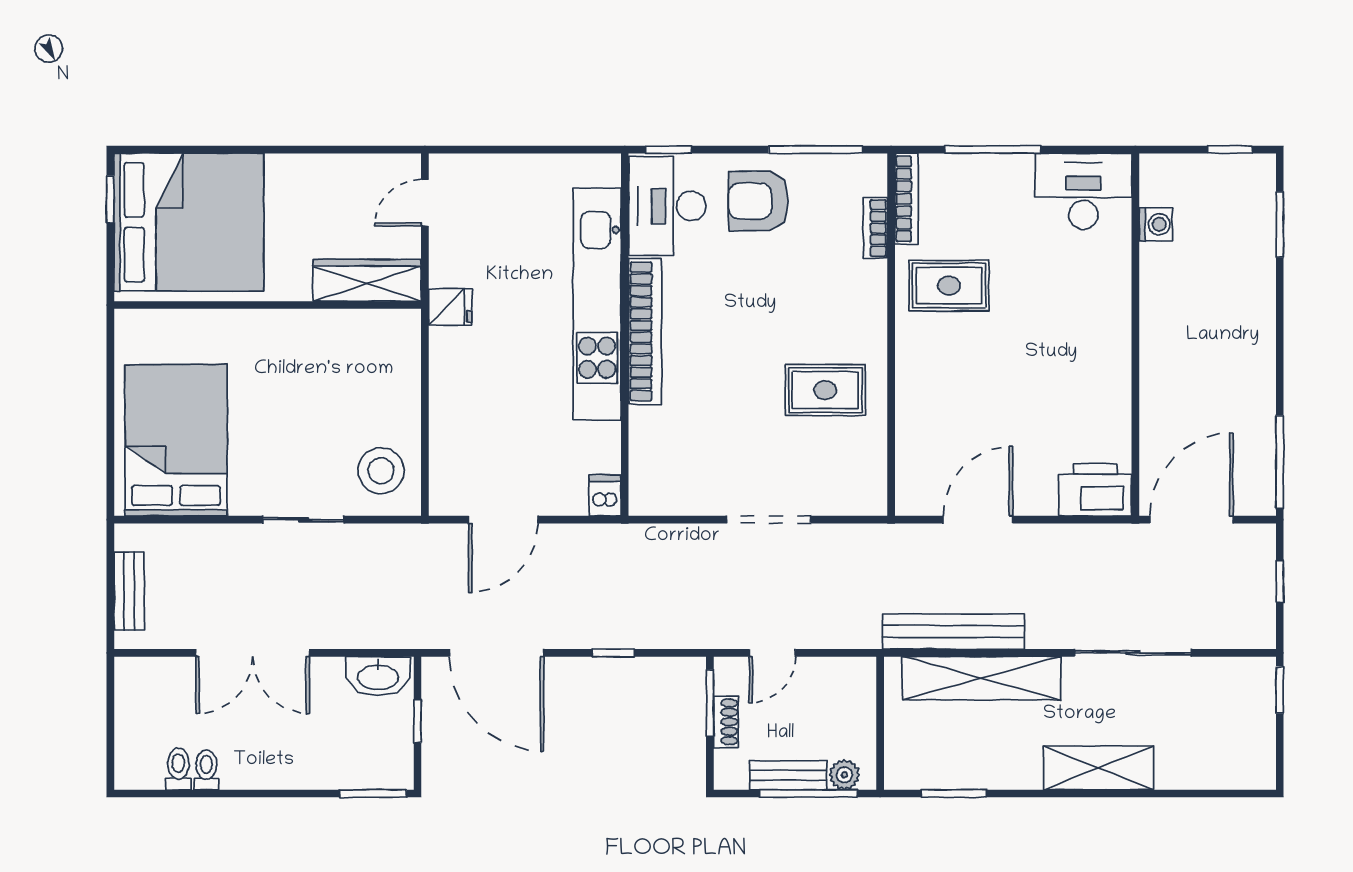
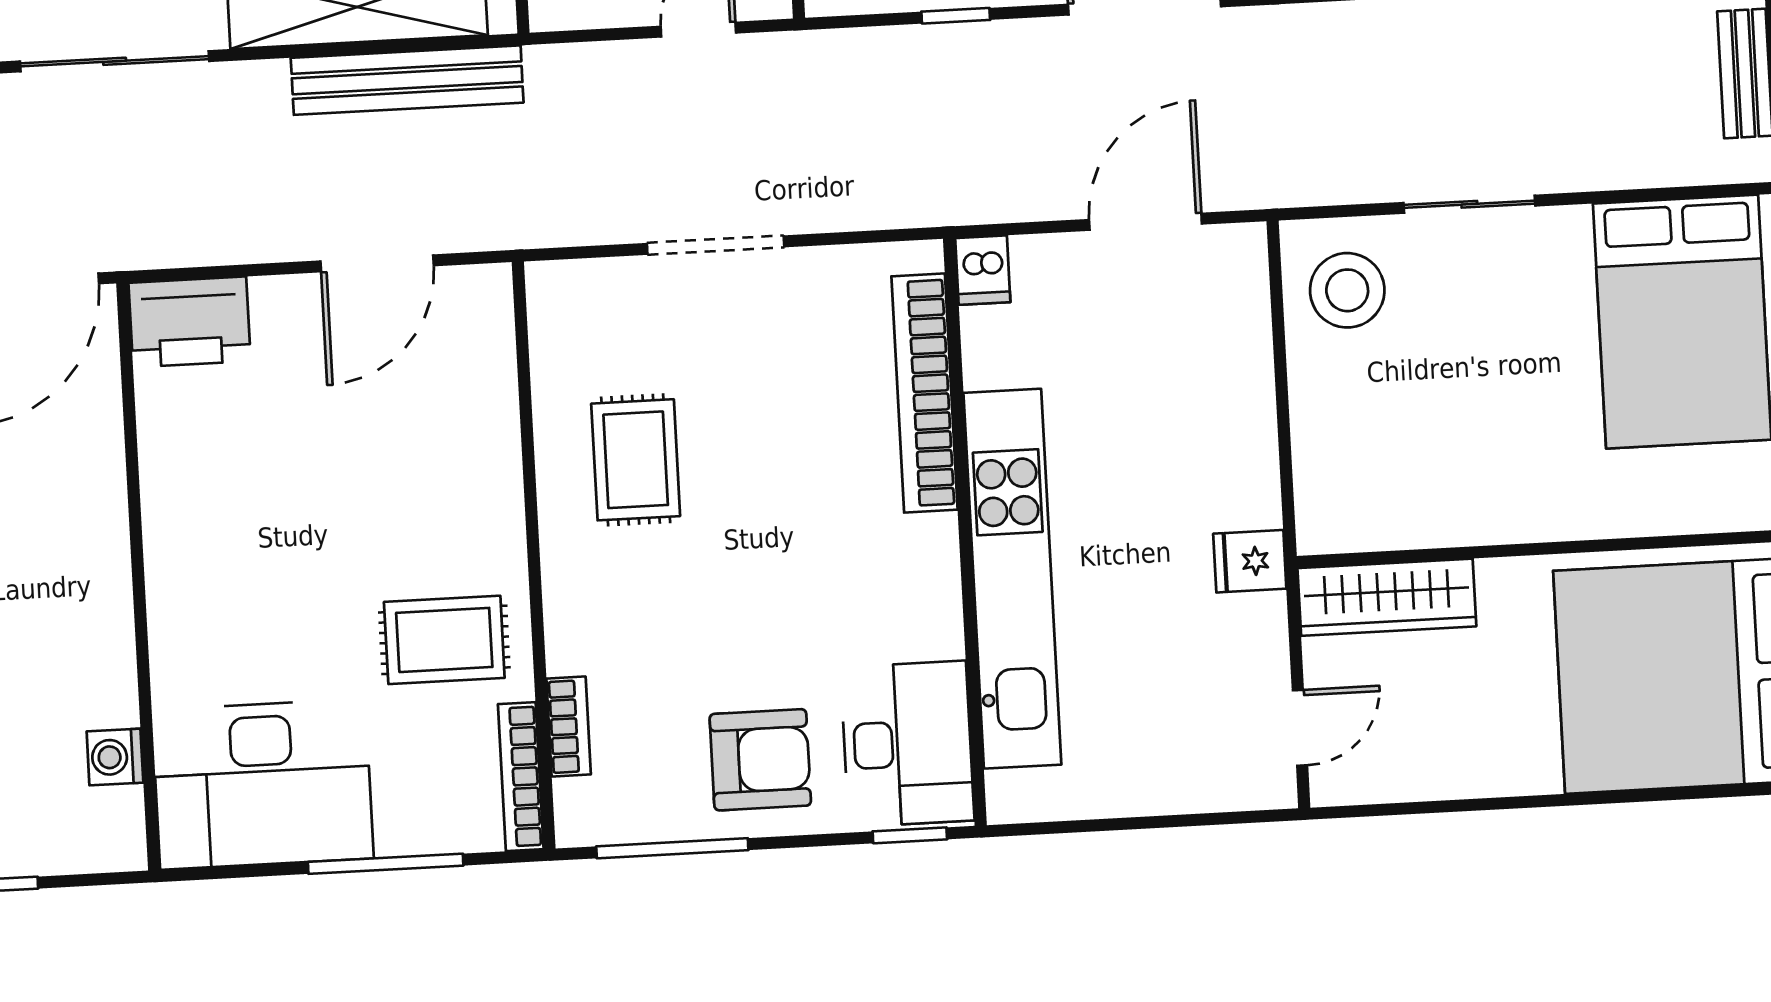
desk: (1083, 191) -> (263, 784), width x1.36, depth x1.30
bookcase: (645, 331) -> (925, 393), moved
rug: (825, 390) -> (636, 460), turned 90

